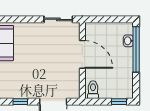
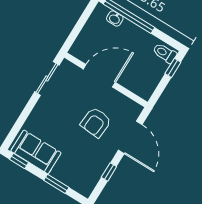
armchair: (49, 72) -> (96, 122), added
toilet: (93, 90) -> (165, 53), moved

